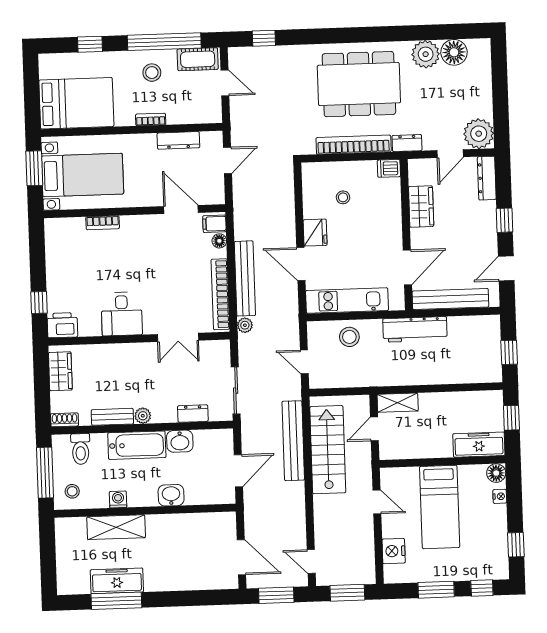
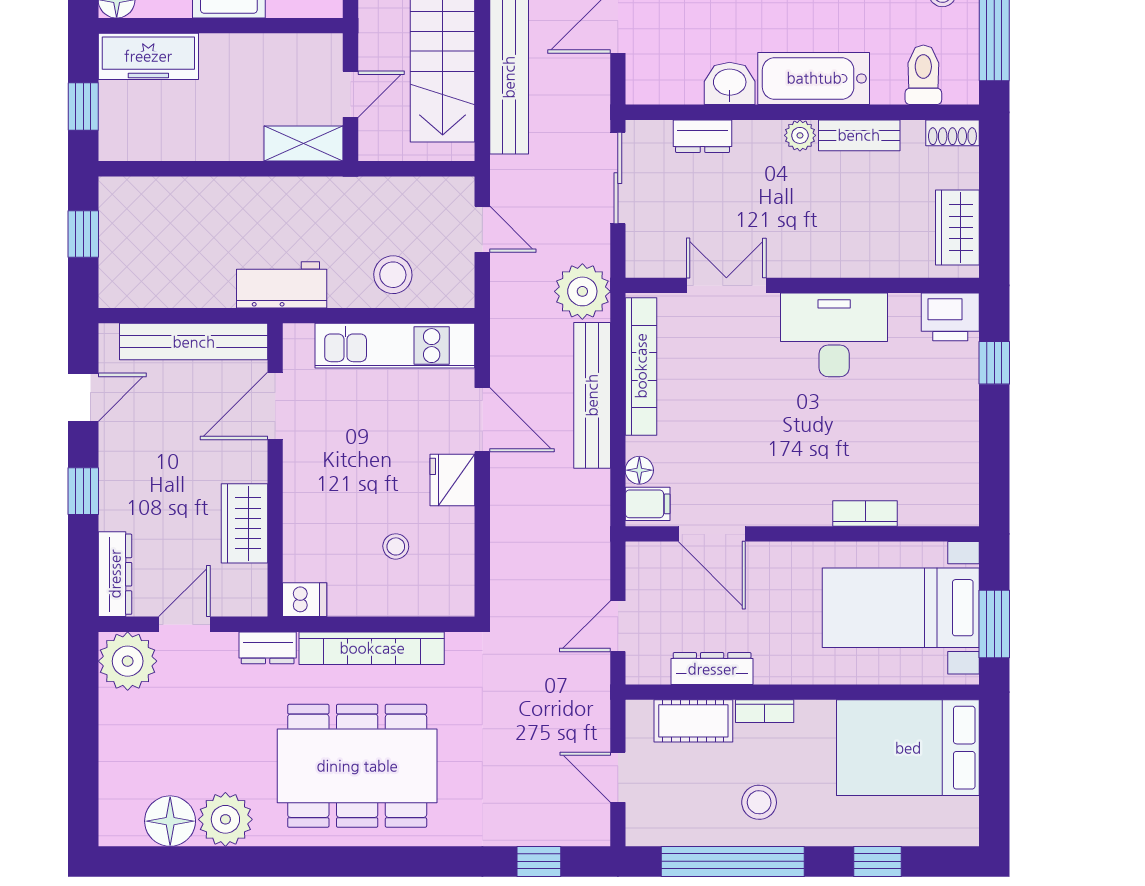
cot: (198, 59) -> (693, 721), moved
desk: (122, 314) -> (834, 335), width x1.37
plant: (245, 325) -> (582, 291), width x1.88, depth x1.88
workbench: (415, 329) -> (282, 285), width x0.73

